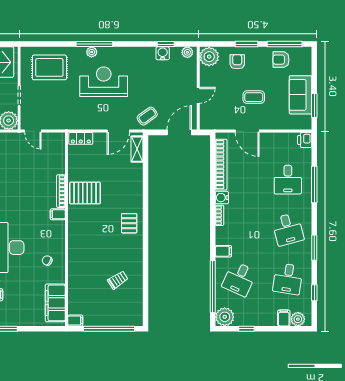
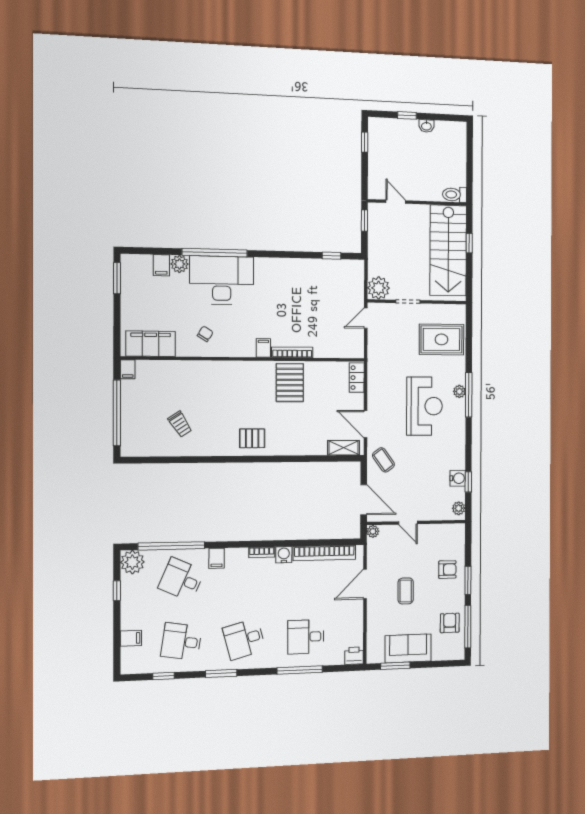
plant: (209, 57) -> (373, 531), moved, width x0.53, depth x0.53
rug: (49, 67) -> (441, 339), turned 90
plant: (298, 319) -> (129, 656), removed

